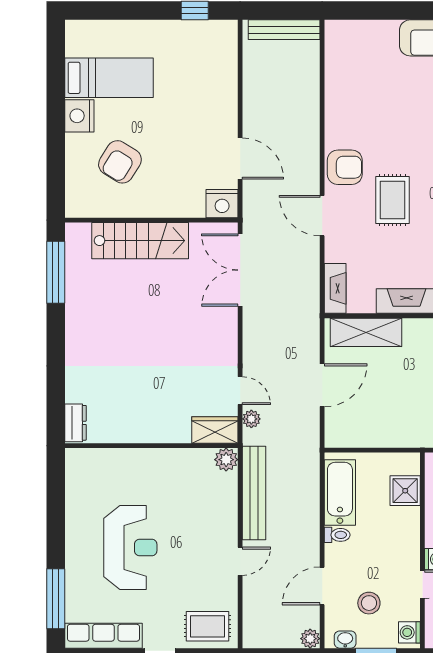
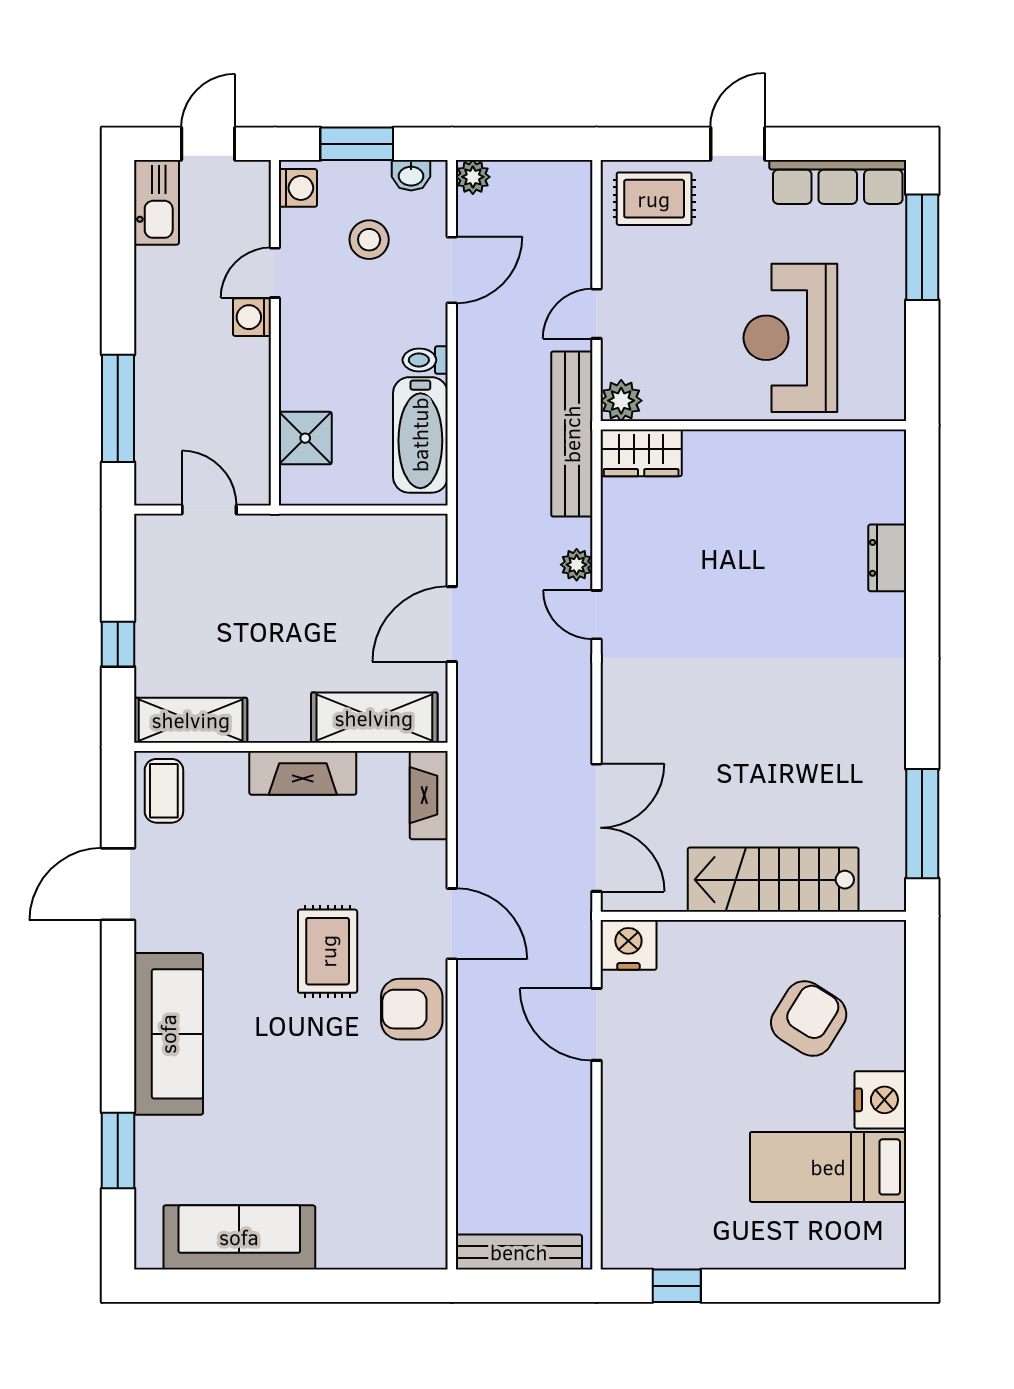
wardrobe: (215, 430) -> (641, 453), moved
wall: (151, 446) -> (753, 425), moved
plant: (226, 460) -> (621, 401), moved

